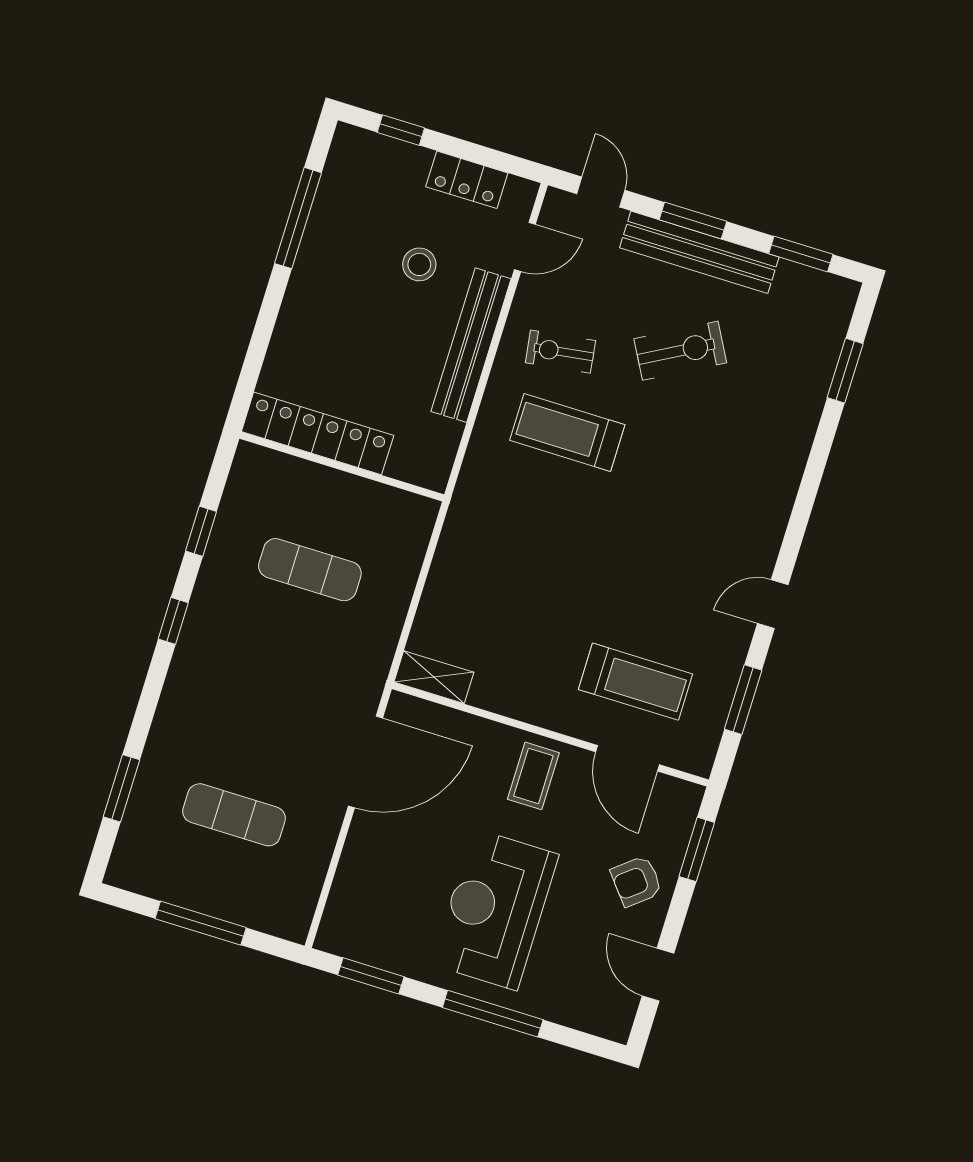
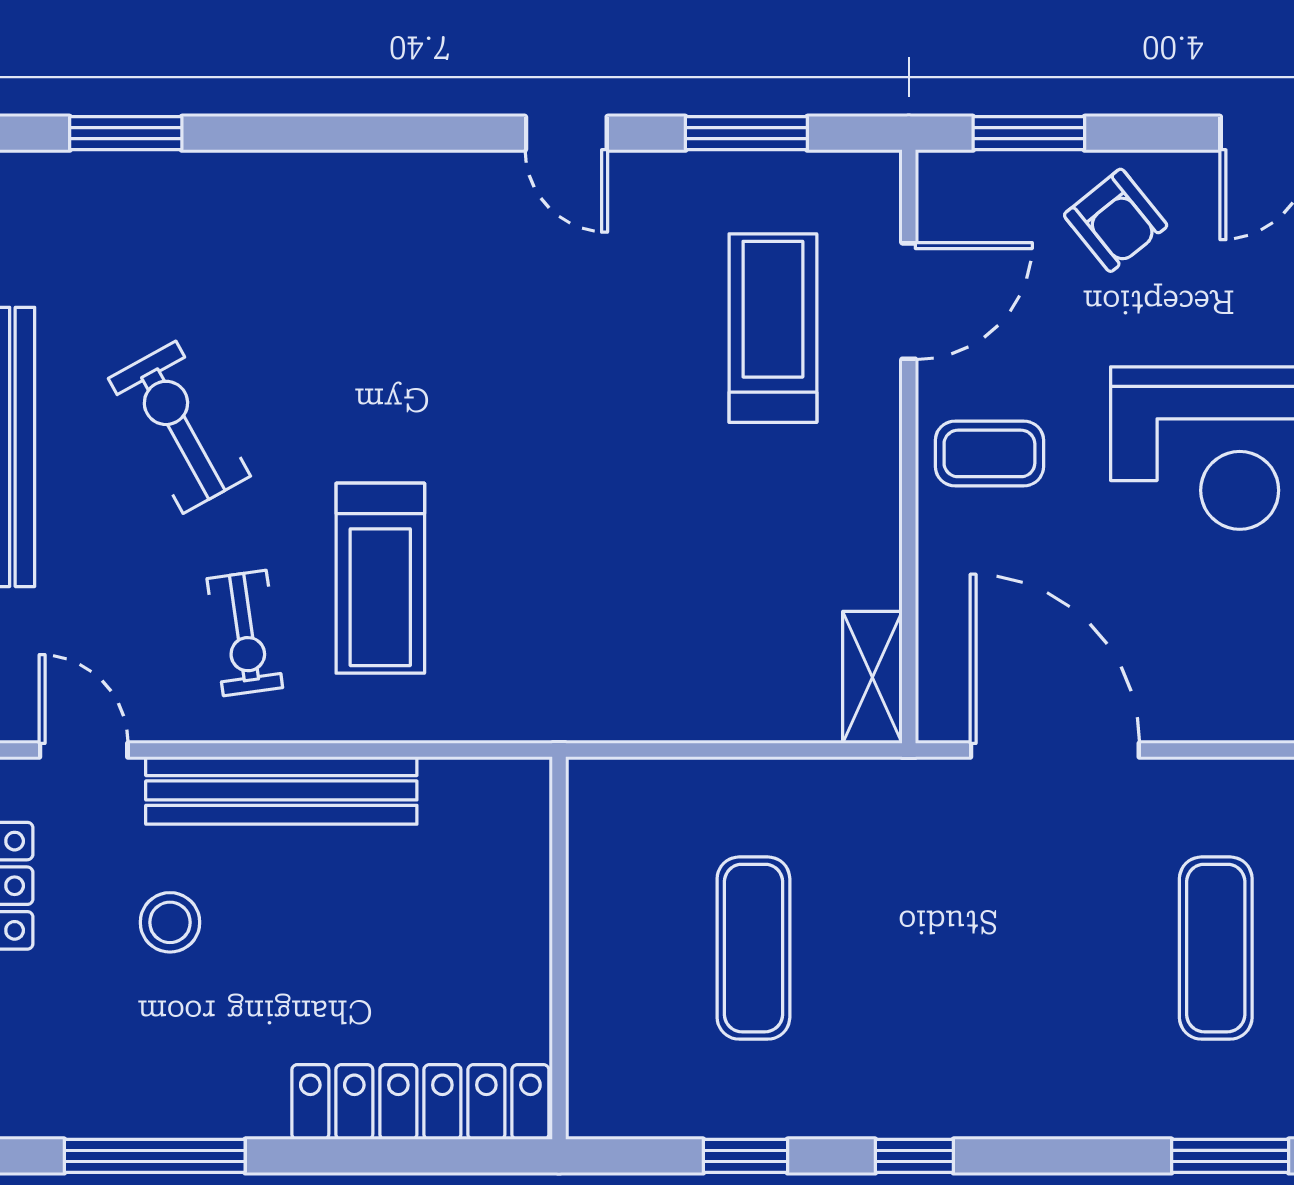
locker: (318, 433) -> (420, 1102), moved, turned 90

